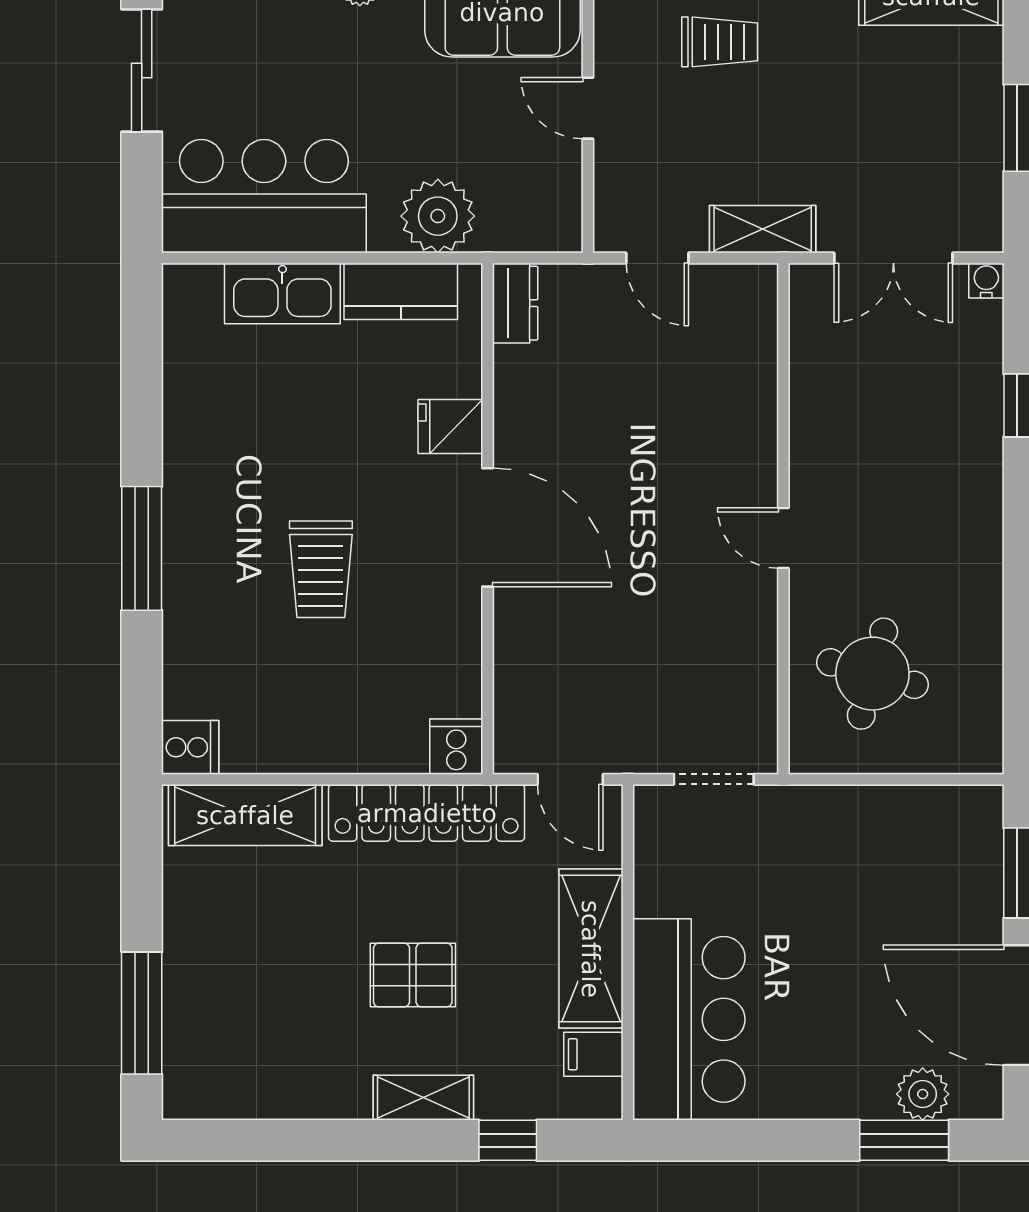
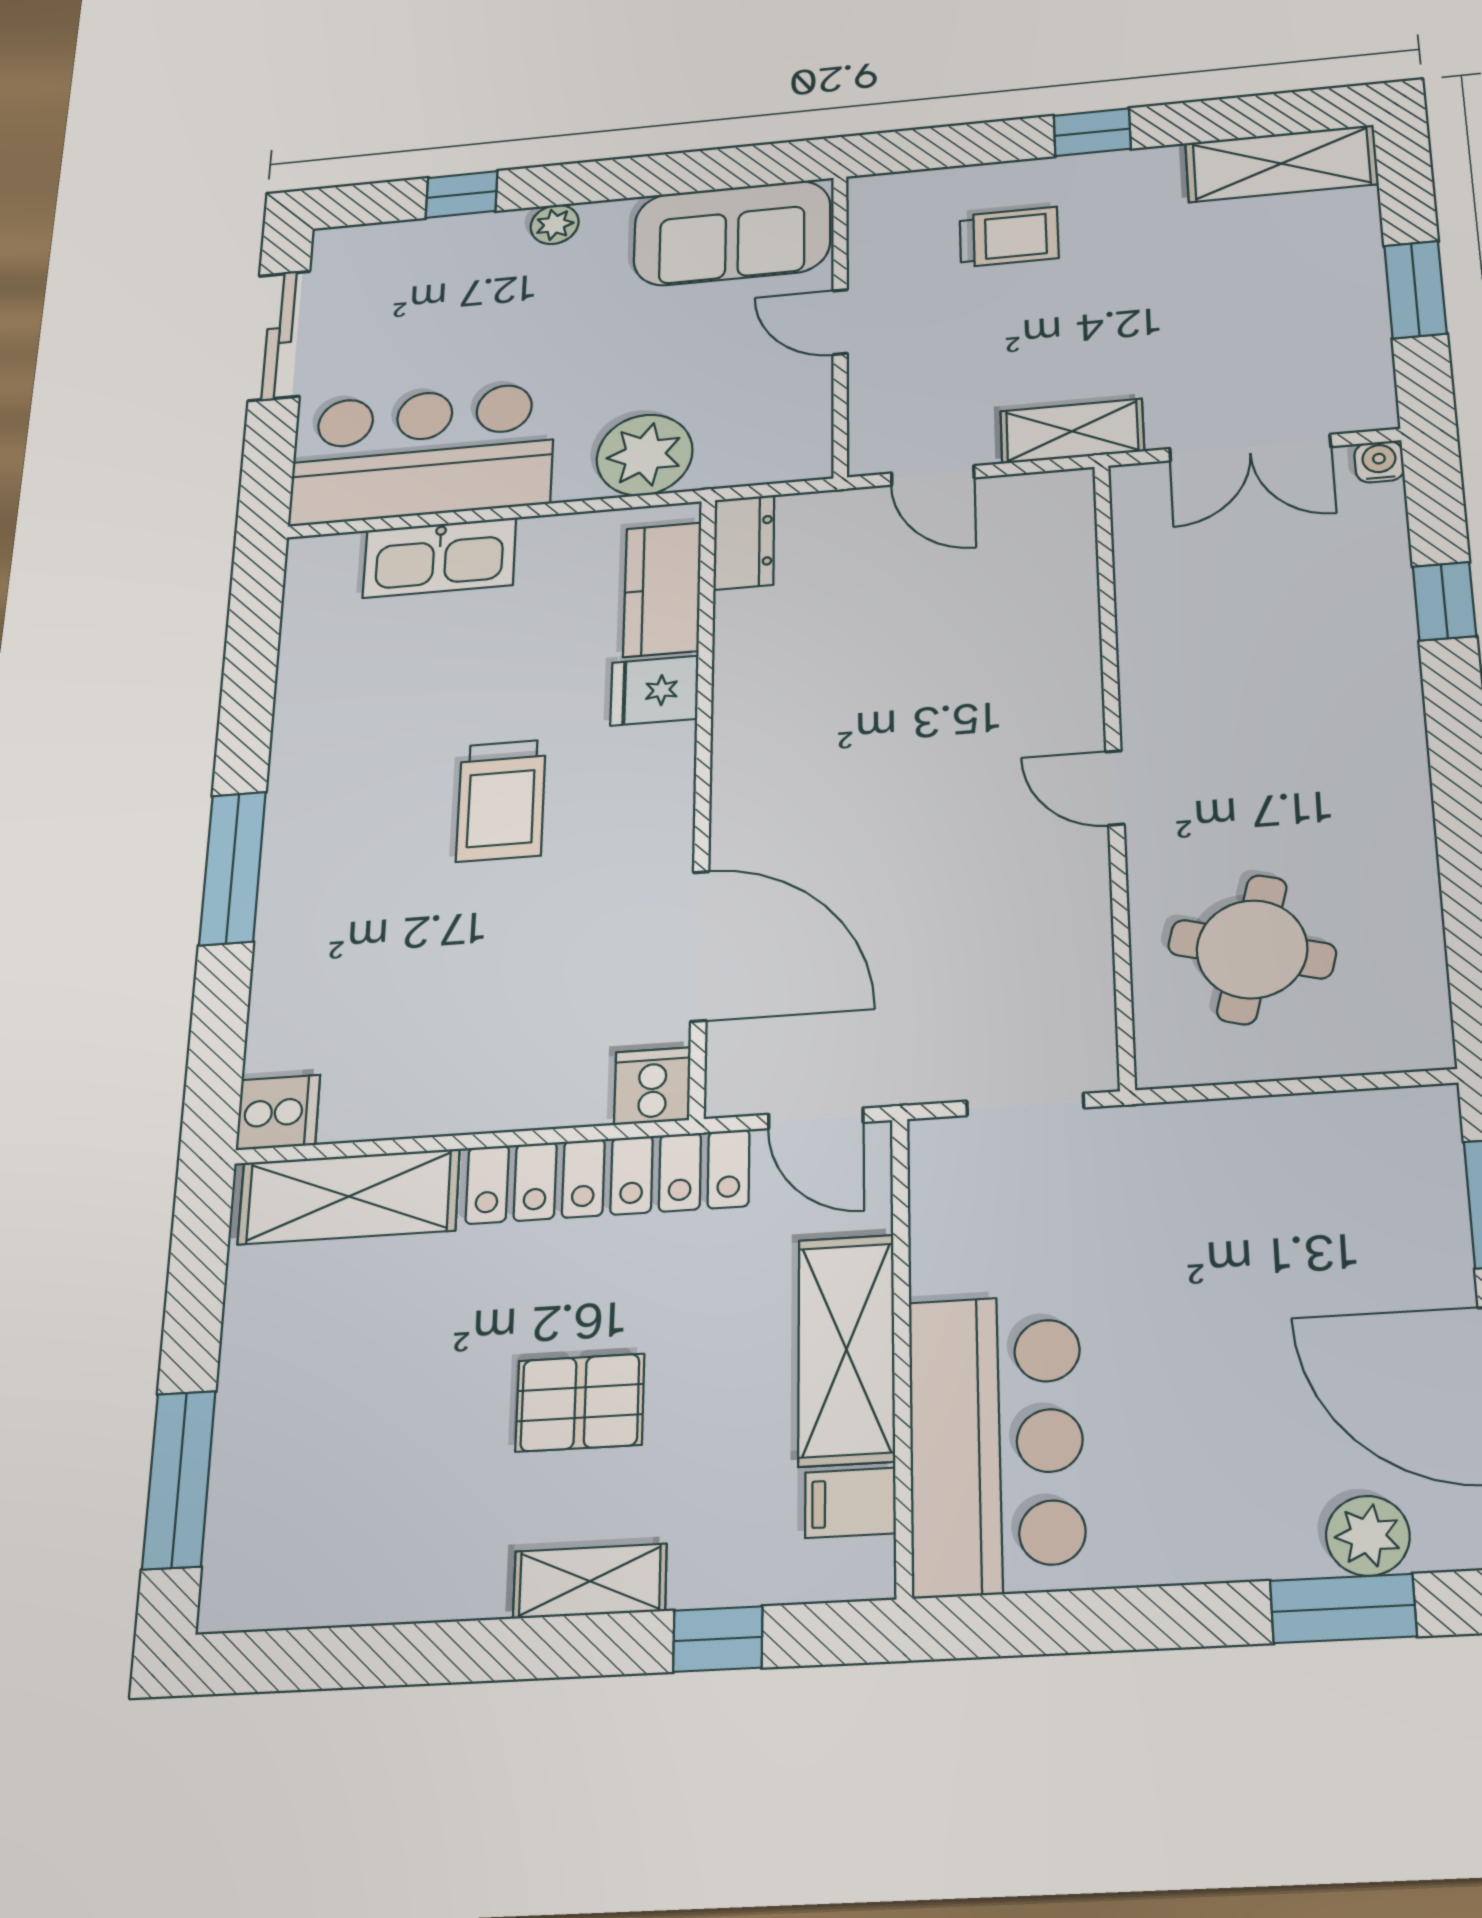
kitchen counter: (401, 291) -> (662, 589), moved, turned 90
door: (488, 527) -> (700, 946), moved
trolley: (321, 569) -> (501, 800), moved

